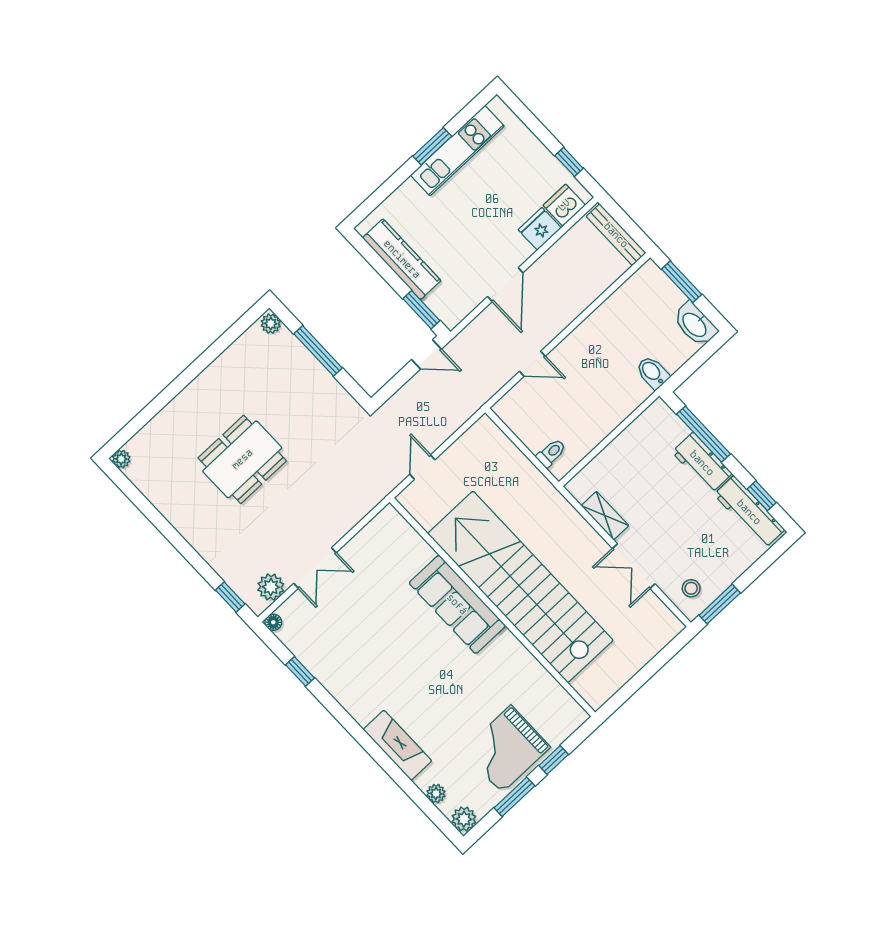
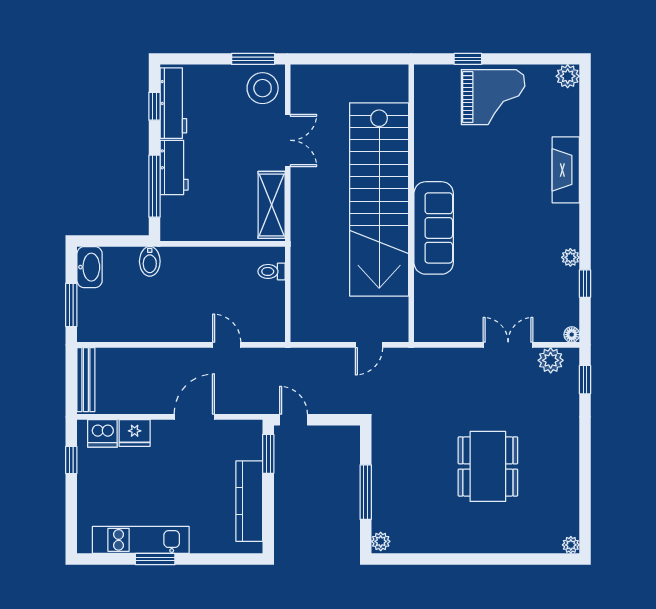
dining table: (242, 459) -> (488, 466), turned 90
shelving: (605, 516) -> (272, 205), width x1.50, depth x1.33
stool: (691, 588) -> (263, 88), width x1.89, depth x1.89
plant: (436, 794) -> (570, 257), moved
window: (514, 797) -> (519, 59), removed

